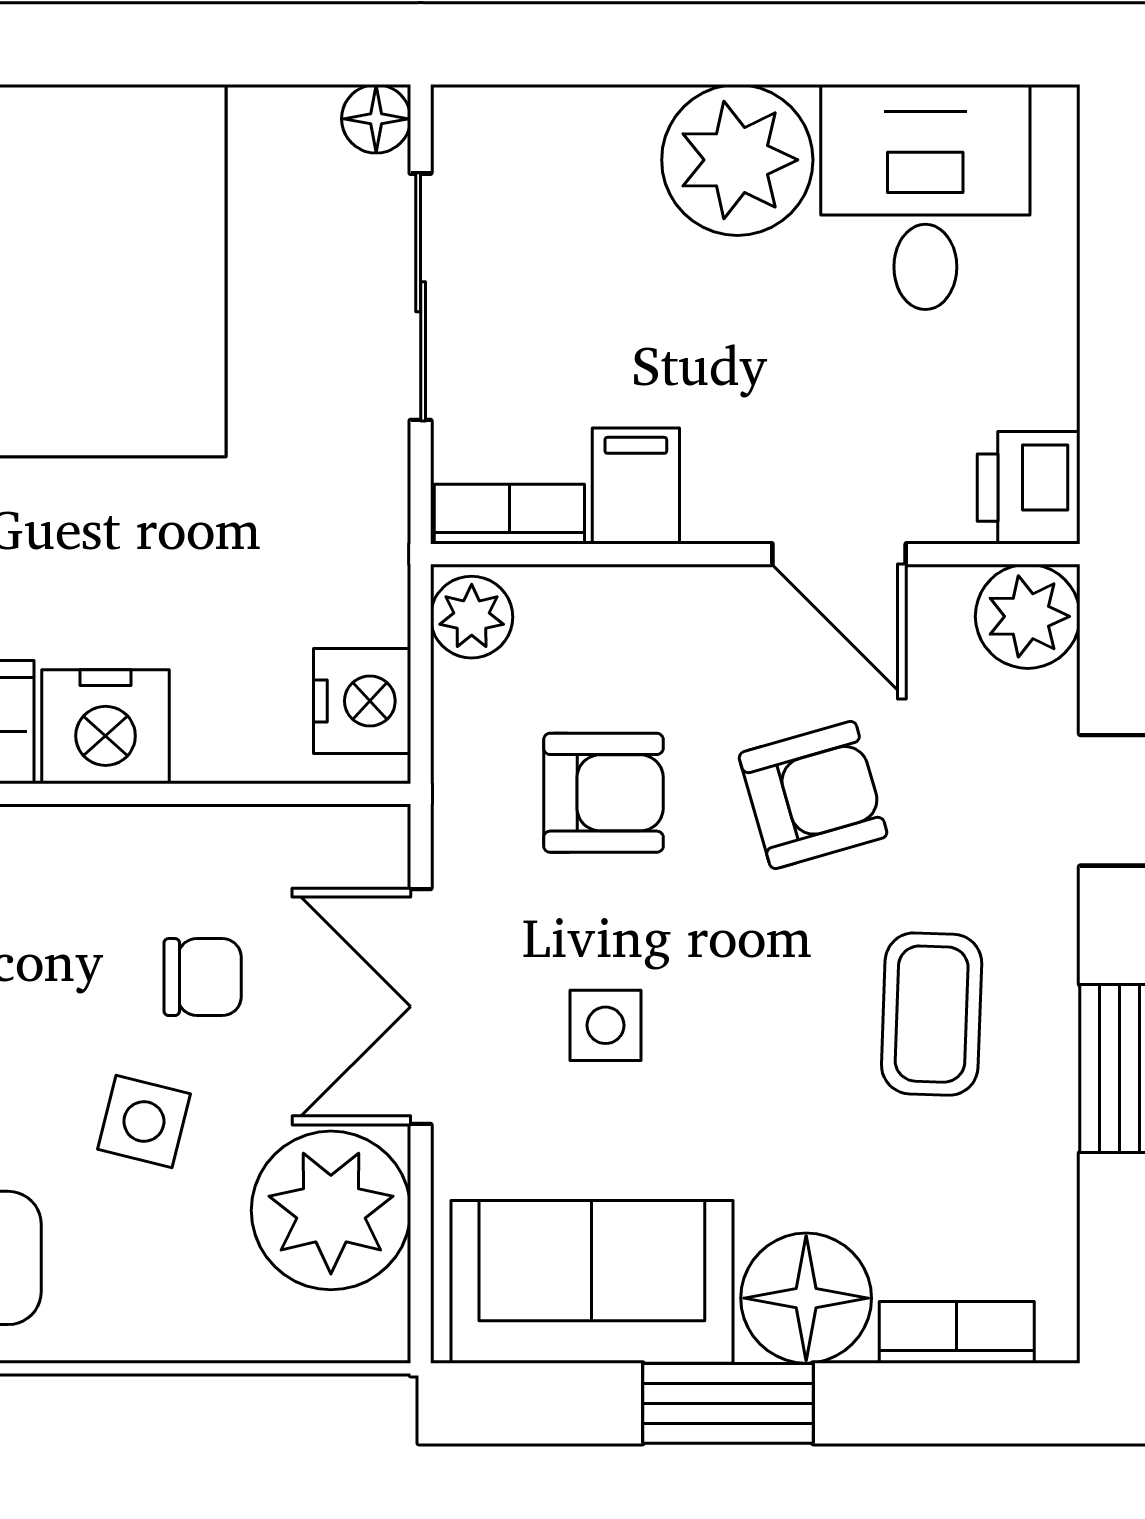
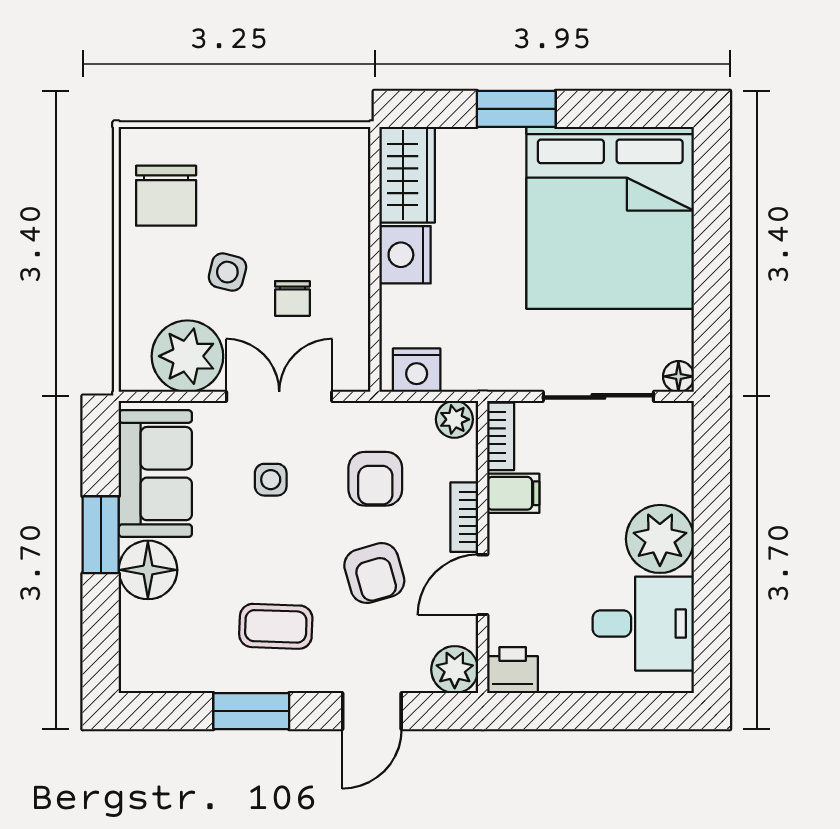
bookcase: (957, 1332) -> (464, 517), moved, turned 180

